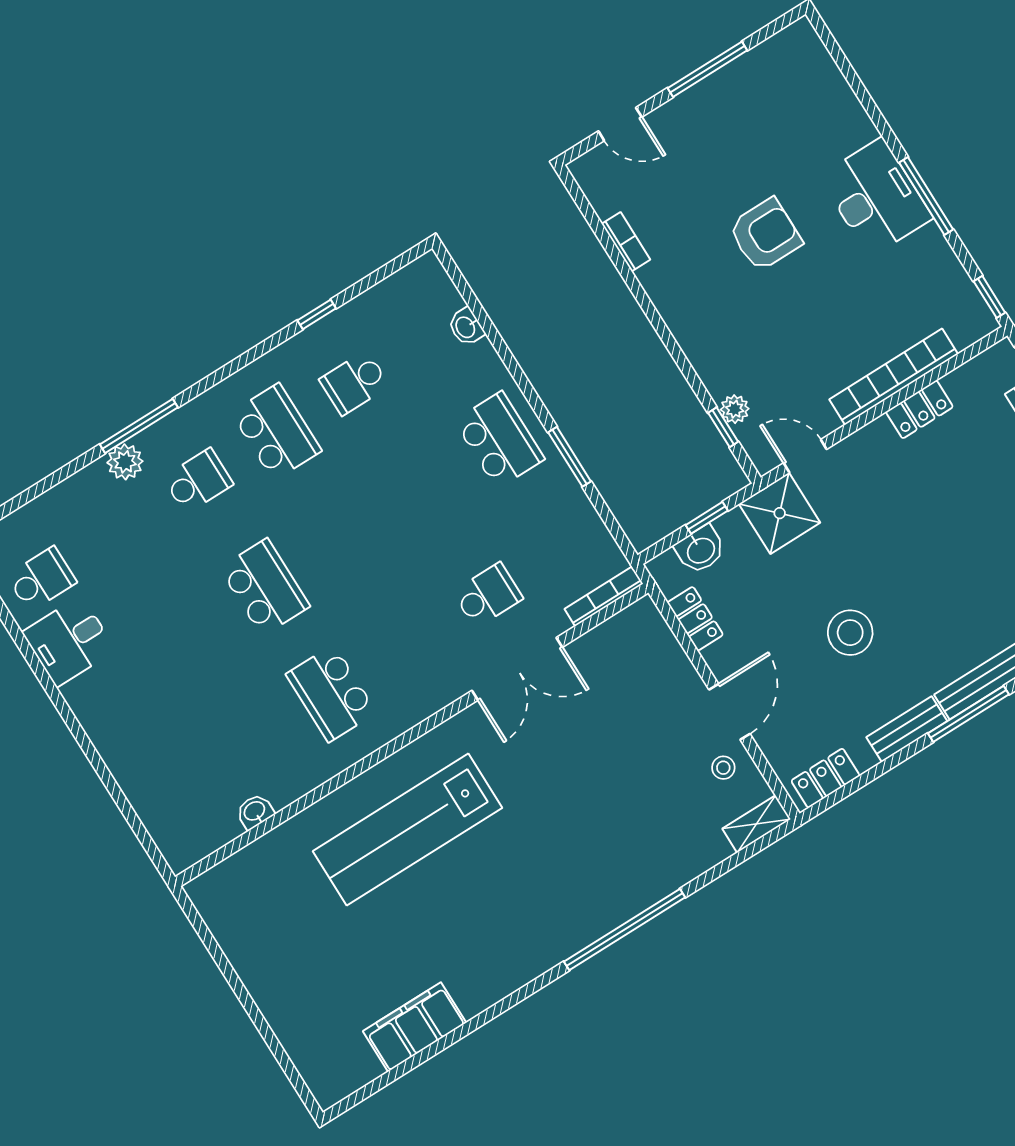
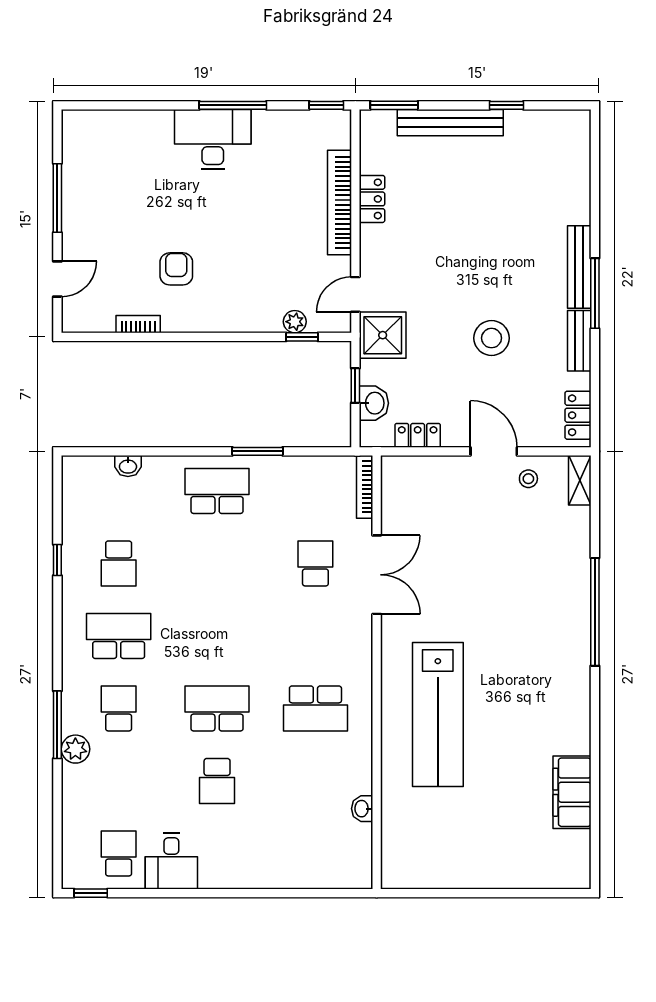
armchair: (765, 235) -> (176, 269), moved, width x0.72, depth x0.72
school desk: (186, 636) -> (217, 781), added

